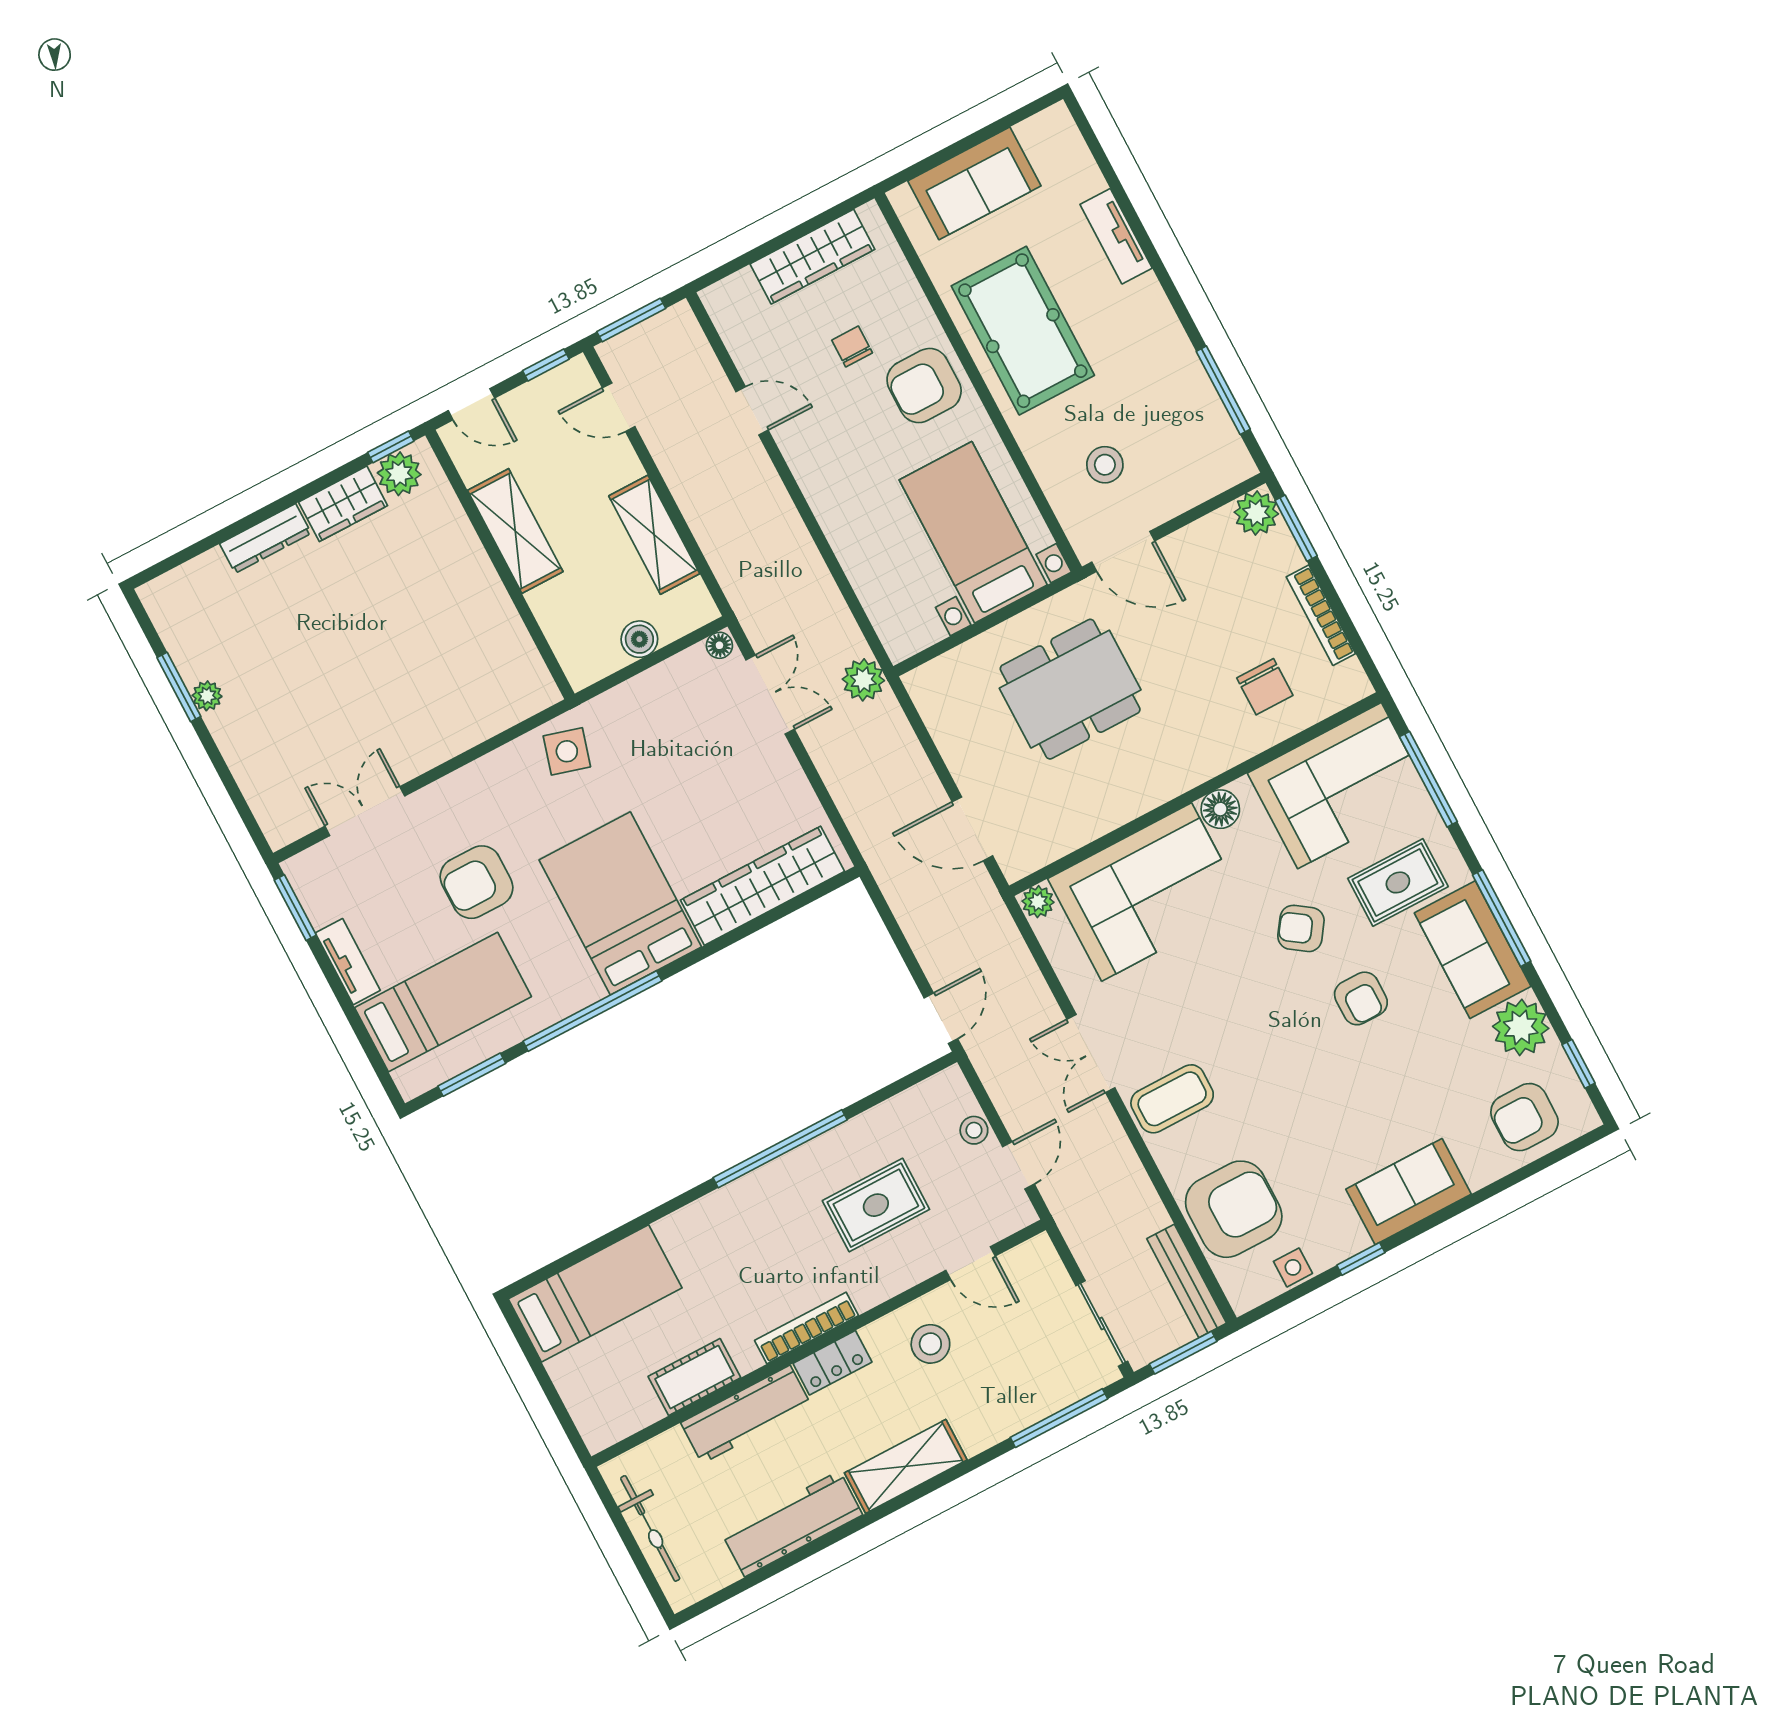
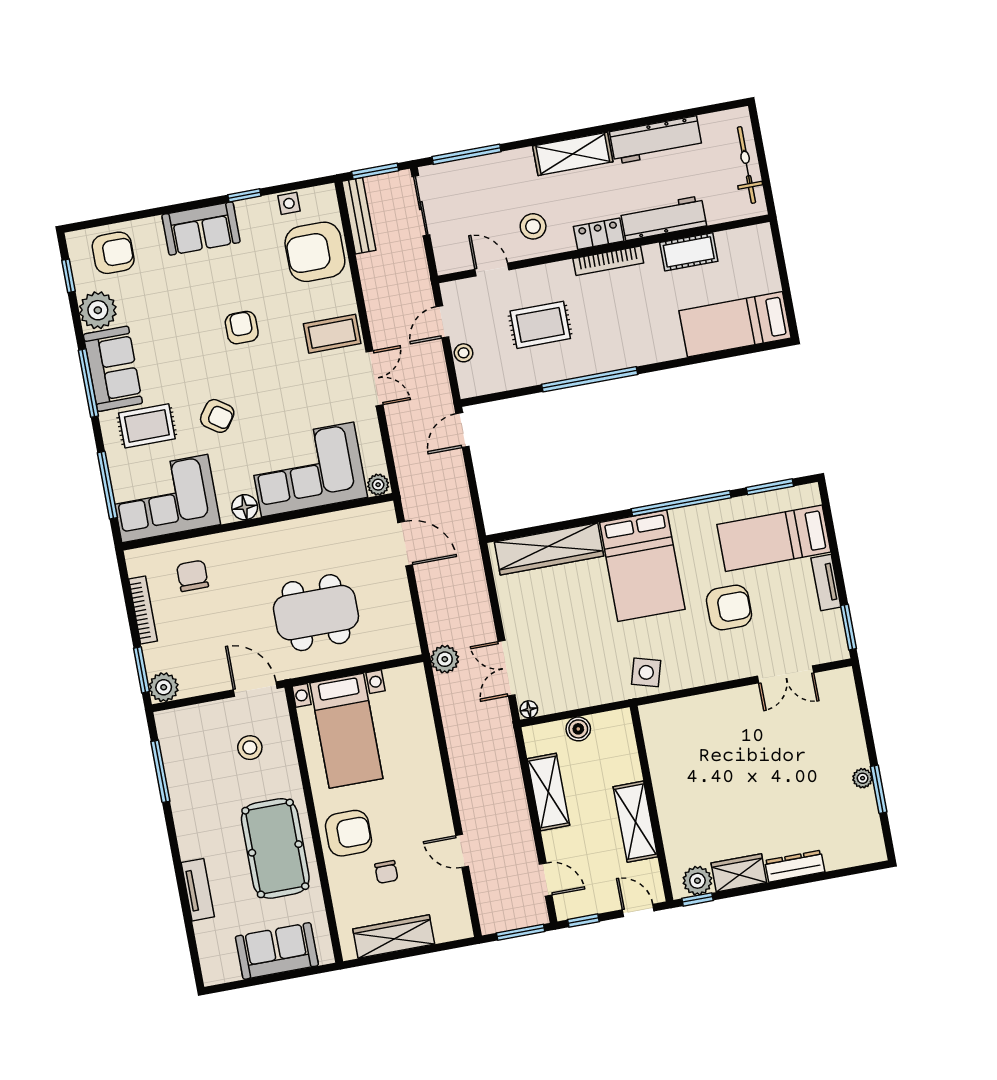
armchair: (1361, 998) -> (242, 328), moved

